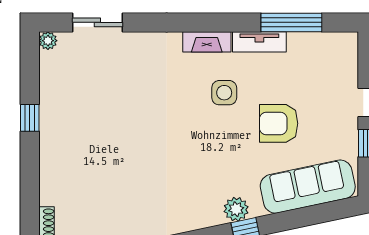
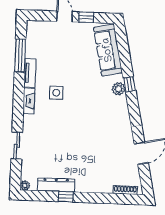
sliding door: (97, 22) -> (17, 146), moved
dresser: (51, 99) -> (56, 185), added
armchair: (279, 123) -> (74, 64), removed

